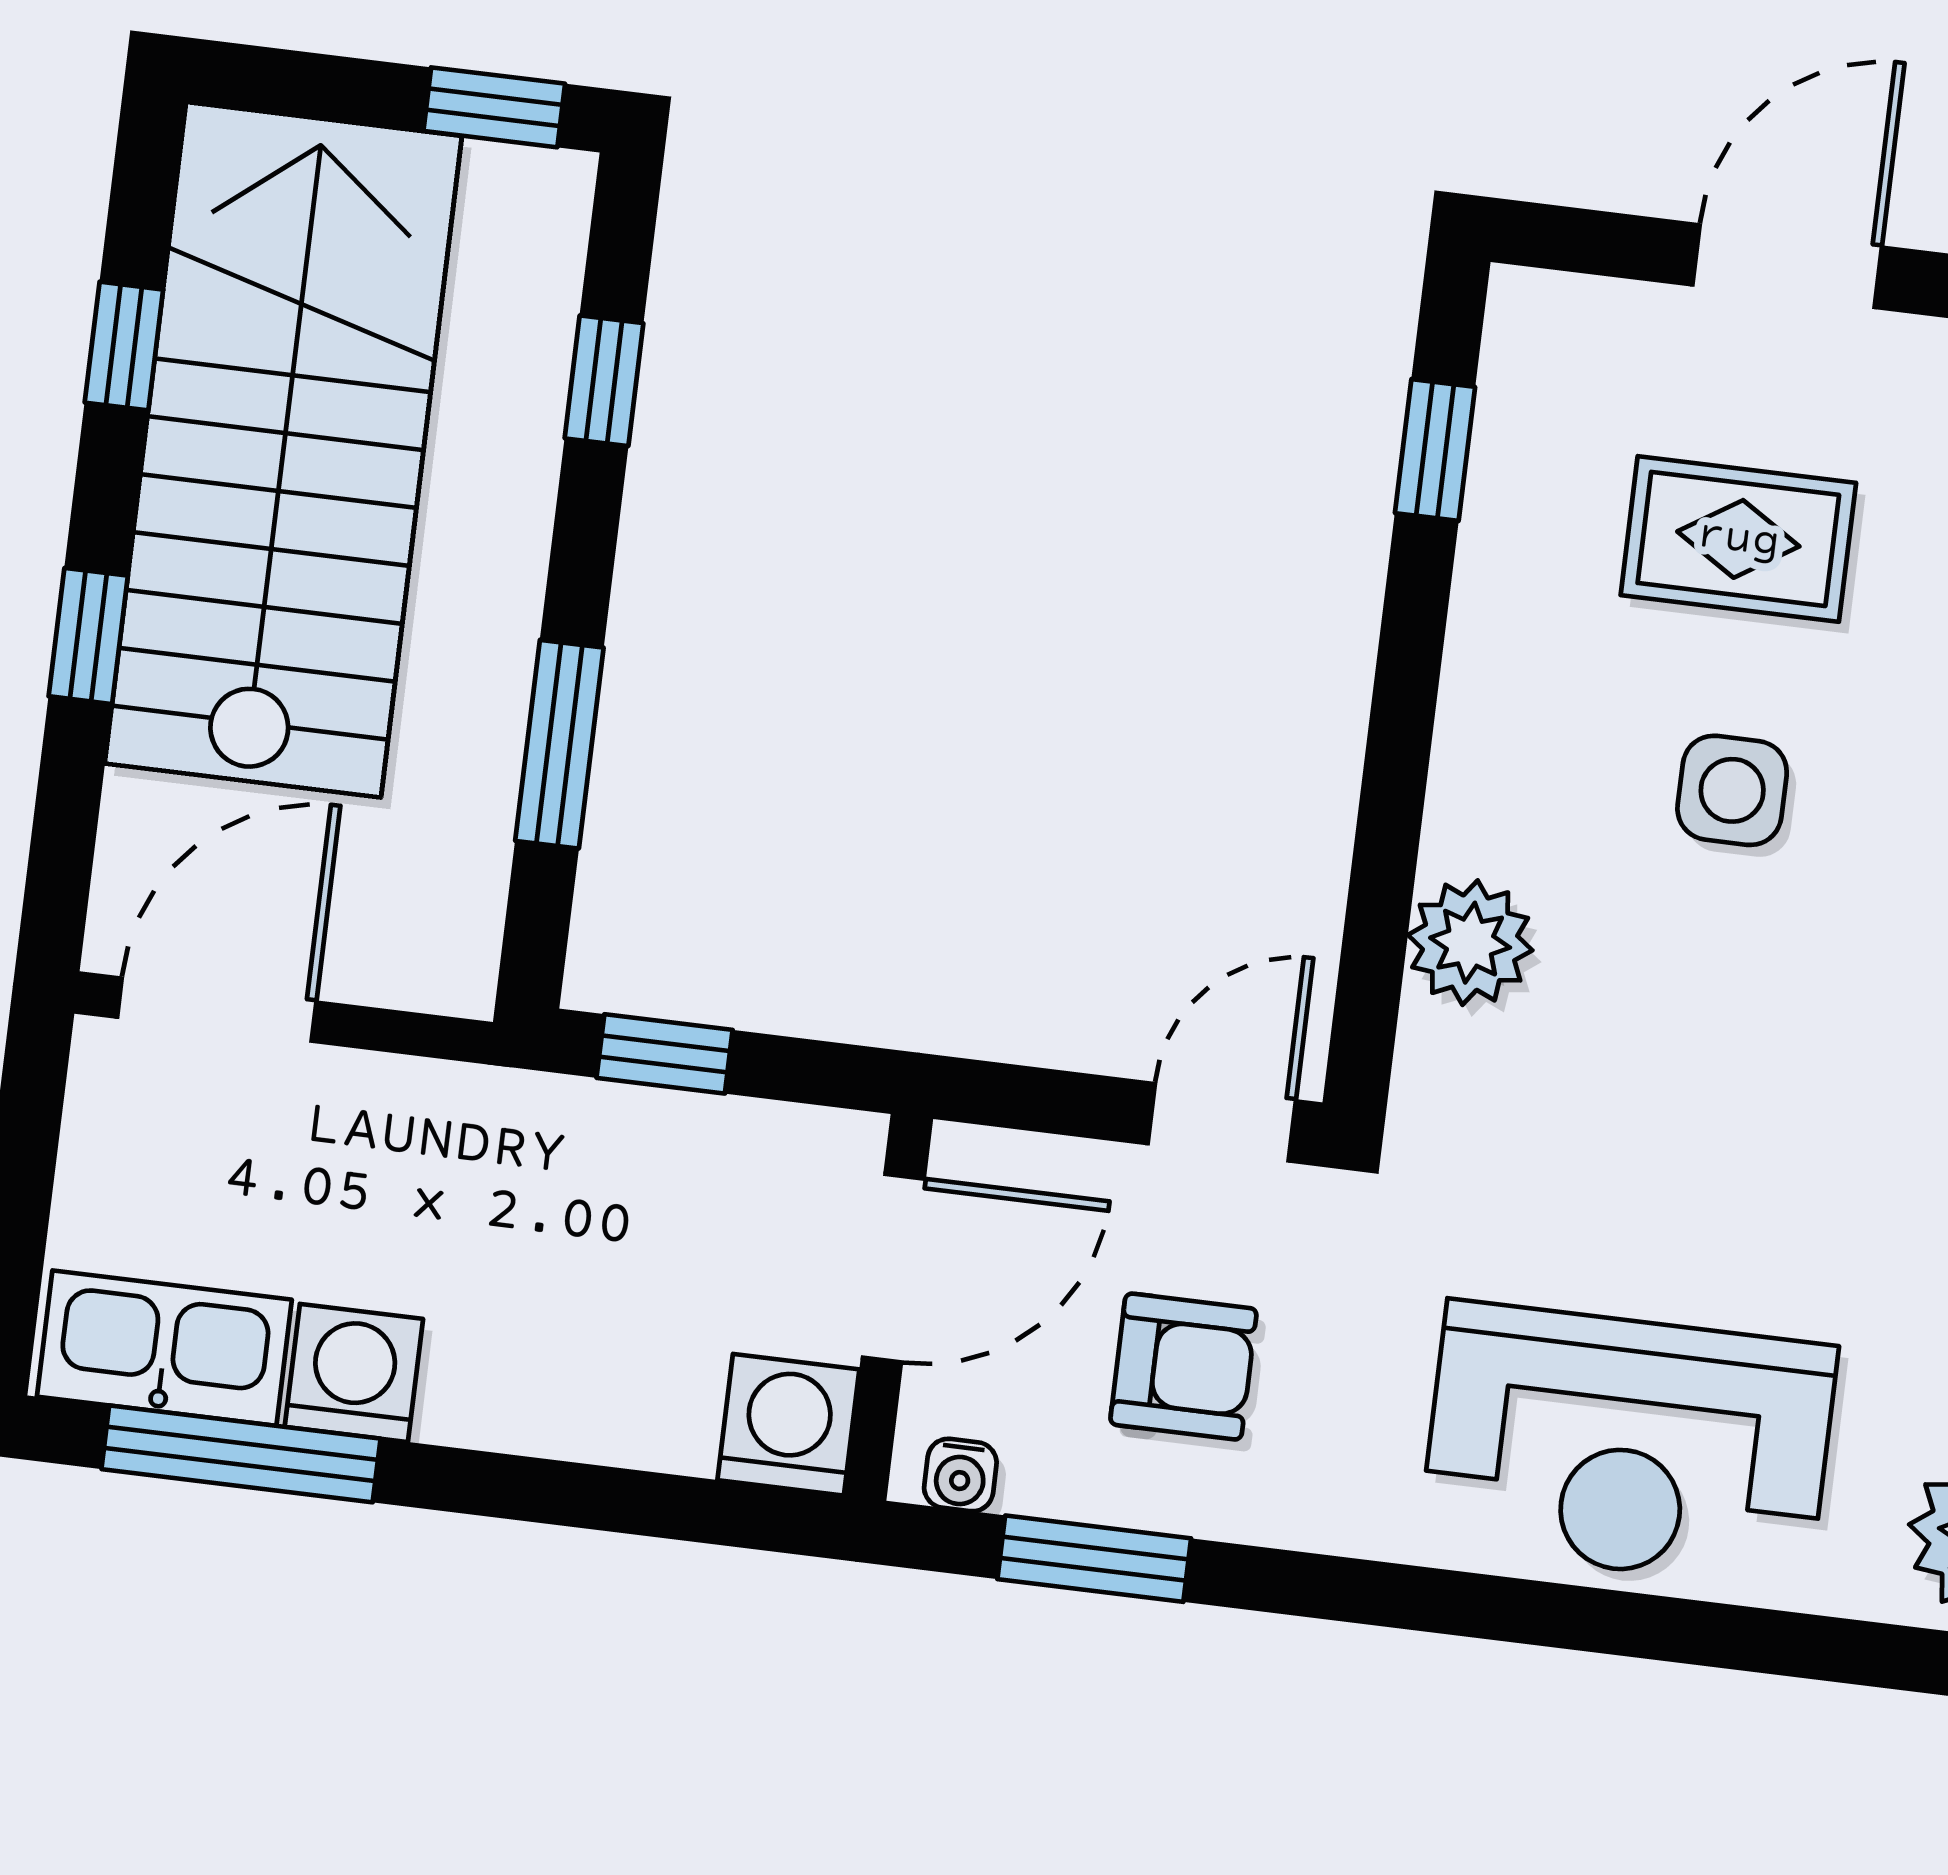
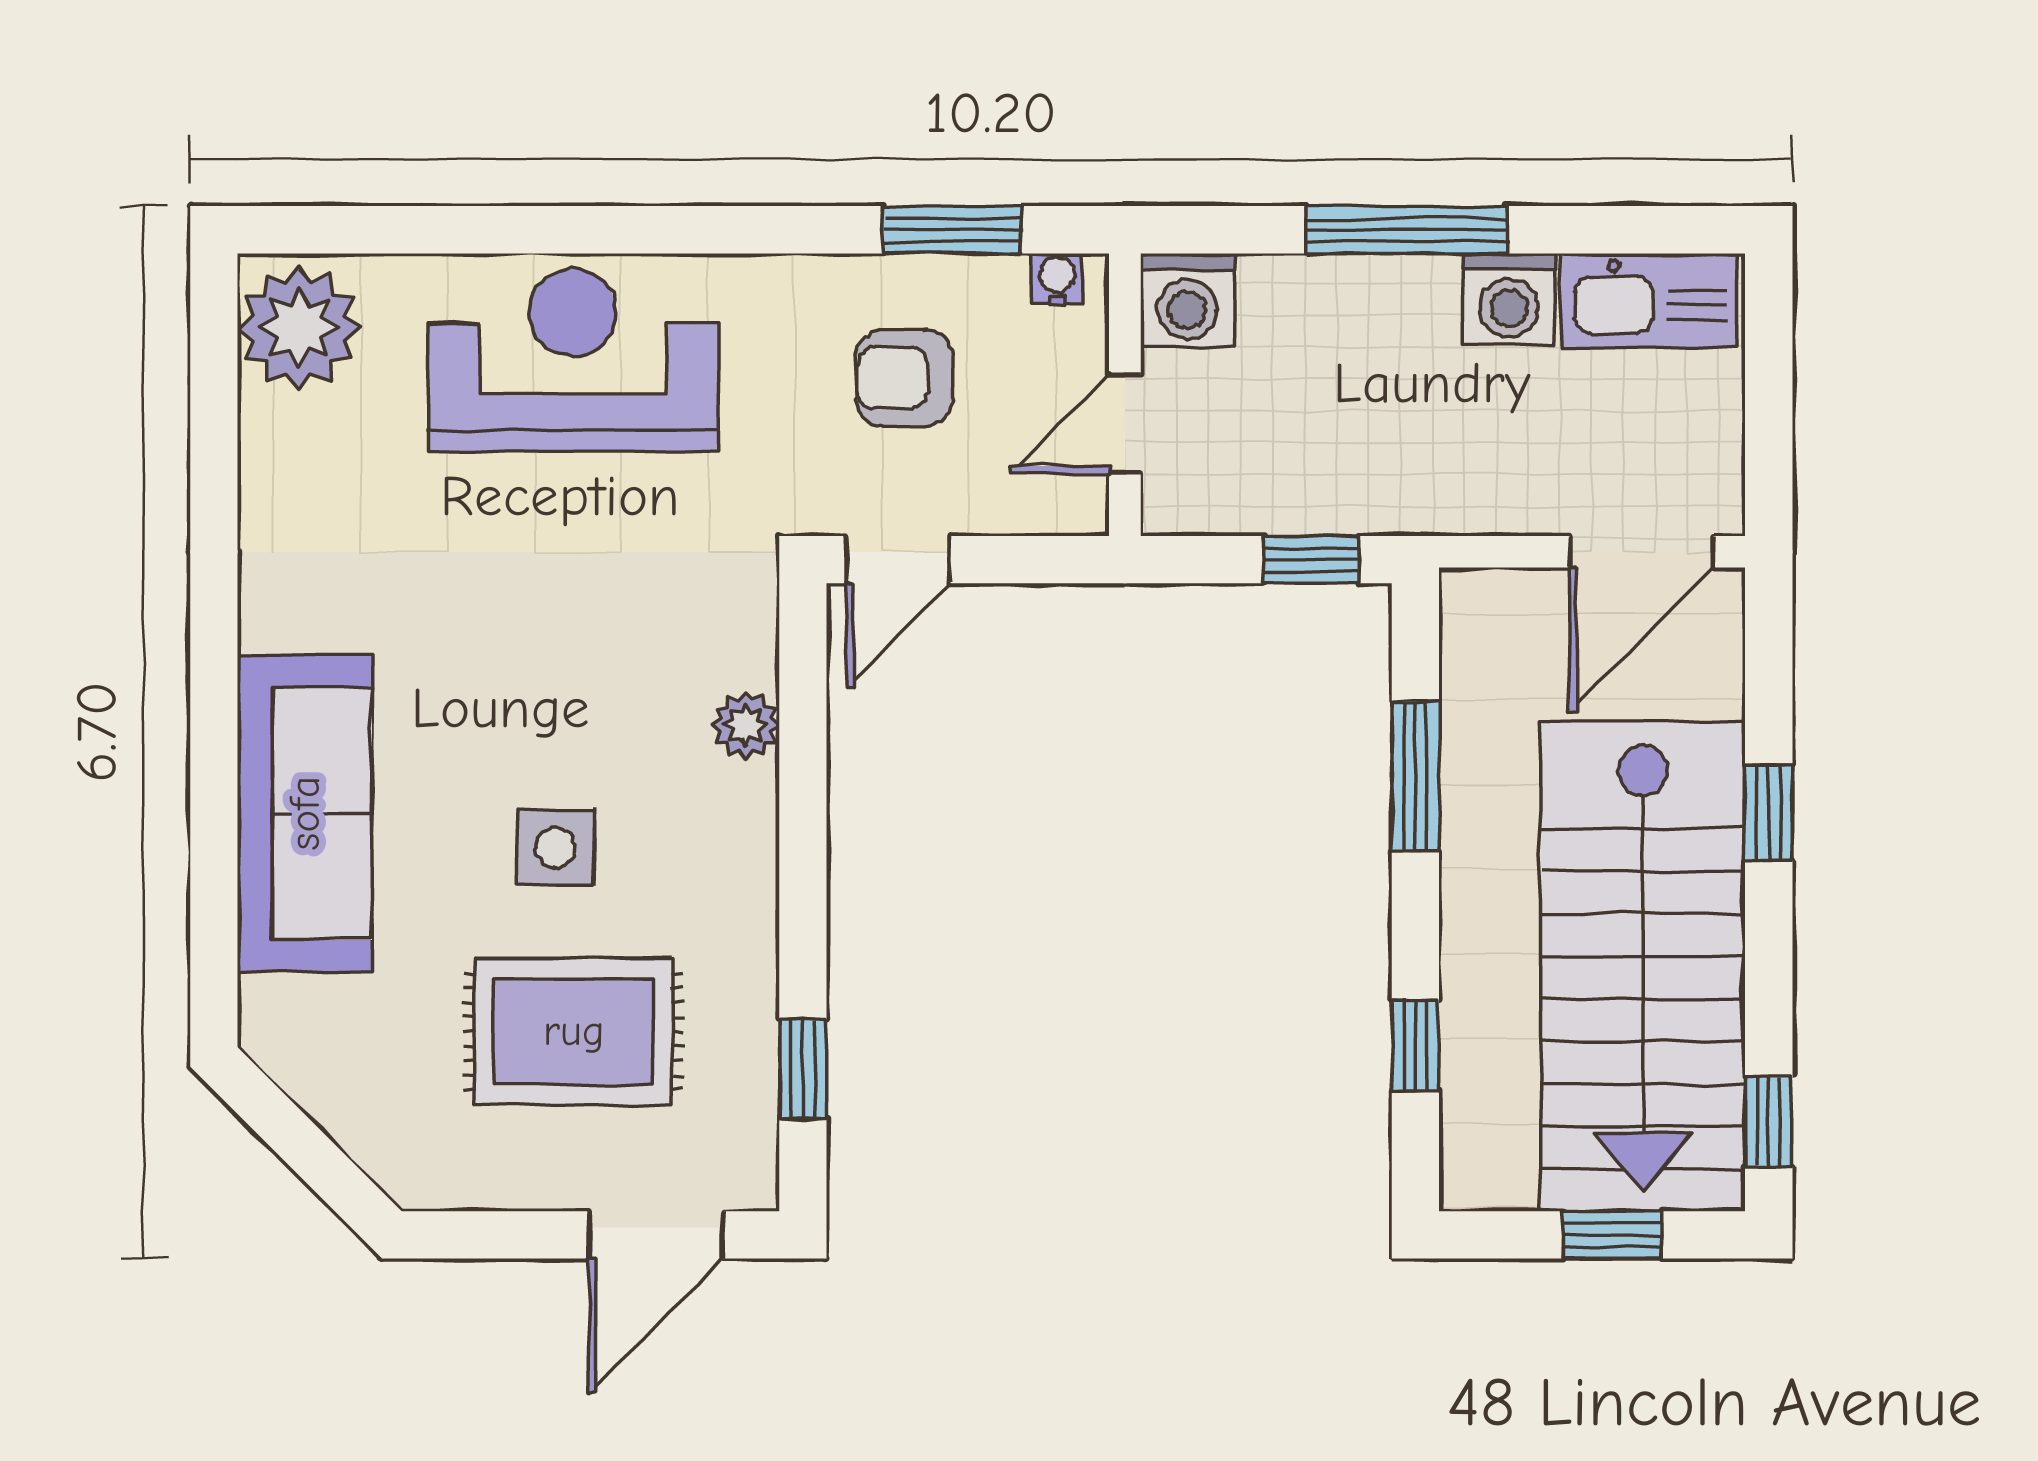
window: (494, 107) -> (1612, 1235), moved
door: (1787, 266) -> (656, 1235), moved
window: (124, 346) -> (1769, 1122), moved
rug: (1738, 539) -> (574, 1031), width x1.36, depth x1.43
plant: (1470, 943) -> (746, 726), width x0.73, depth x0.73
door: (893, 1268) -> (1125, 424), width x0.73
window: (241, 1454) -> (1407, 230), moved

